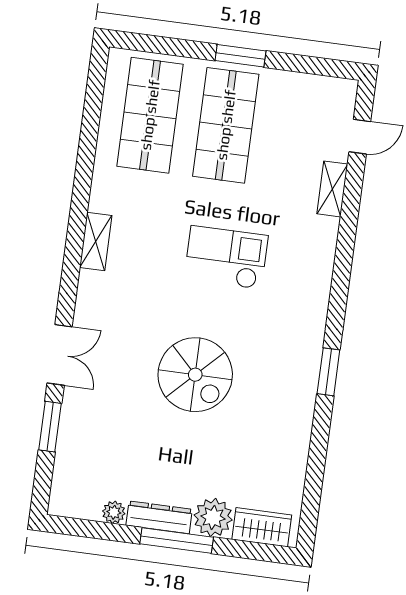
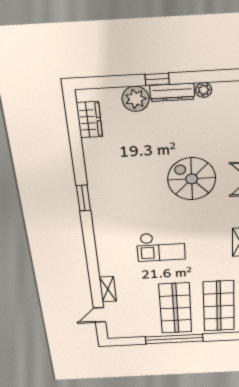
window: (240, 56) -> (174, 339), width x2.11
spiral stairs: (195, 375) -> (192, 179), moved
wardrobe: (262, 527) -> (89, 120), moved, turned -90
window: (177, 541) -> (157, 79), width x0.46

